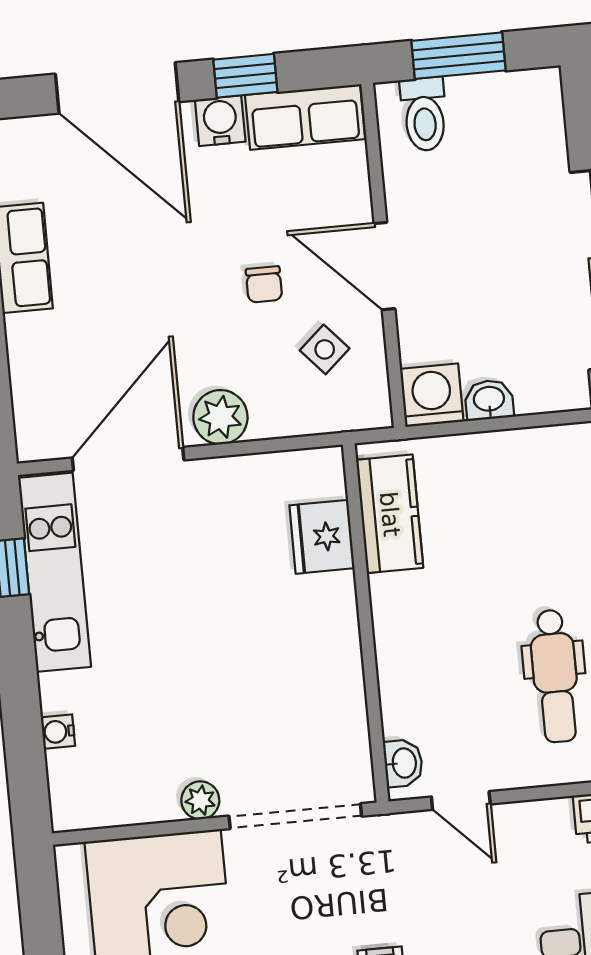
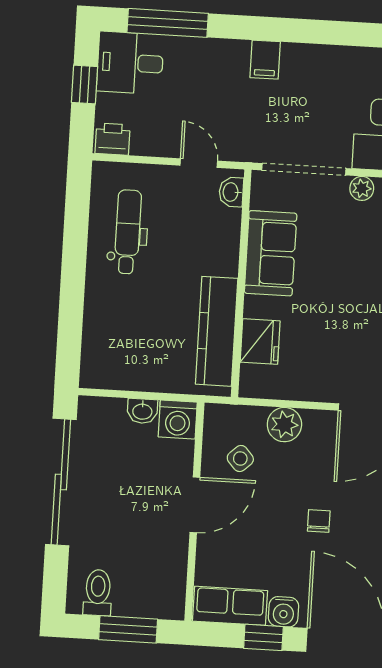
toilet: (424, 114) -> (98, 593), moved
door: (384, 266) -> (195, 505), hinge flipped
chair: (264, 284) -> (319, 521), moved
plant: (220, 417) -> (284, 425), moved
kitchen counter: (390, 514) -> (217, 331), width x1.50
sofa: (327, 677) -> (271, 253), added

